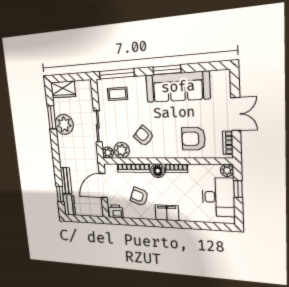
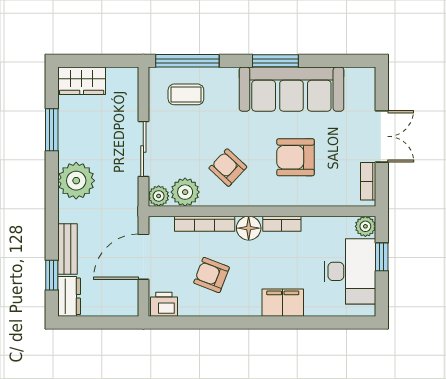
plant: (64, 124) -> (76, 181), moved
armchair: (194, 139) -> (296, 157), moved
filing cabinet: (167, 213) -> (283, 303), moved

